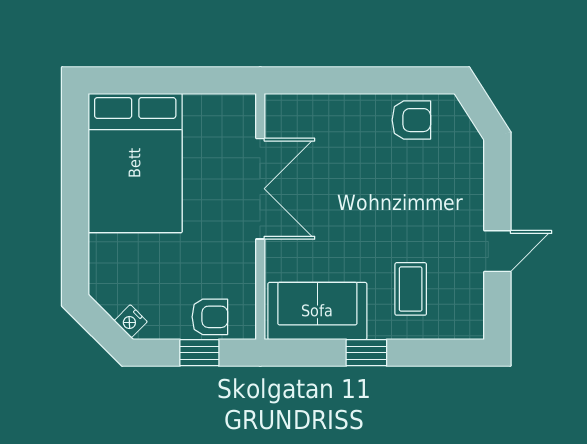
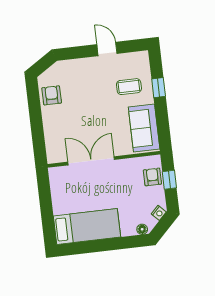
bed: (135, 163) -> (87, 227), width x0.67
floor lamp: (100, 281) -> (142, 229), added
window: (366, 353) -> (159, 88), moved

